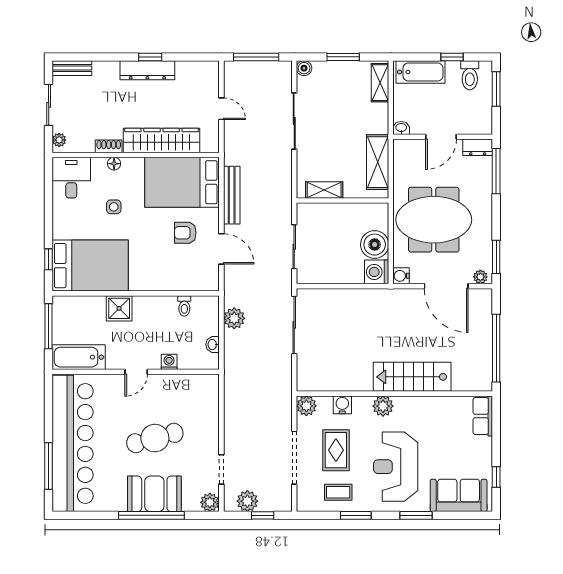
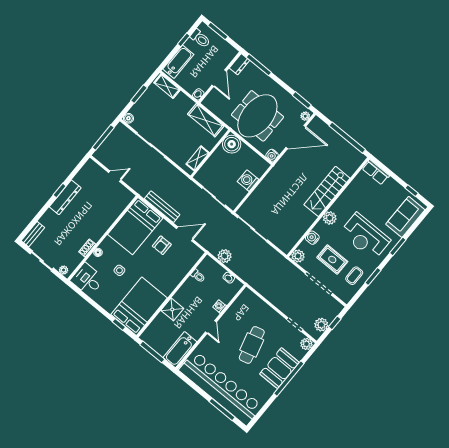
wardrobe: (162, 140) -> (106, 219), removed
boiler: (375, 245) -> (232, 144), moved
washing machine: (377, 272) -> (248, 181), moved, turned 90

